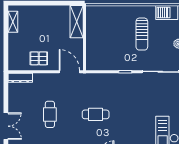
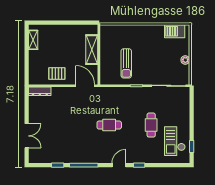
shelving: (77, 22) -> (92, 50), moved
sun lounger: (142, 34) -> (126, 63), moved
cafe table: (50, 114) -> (151, 125), moved

